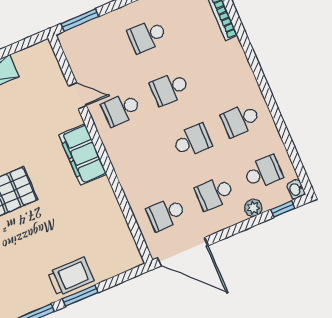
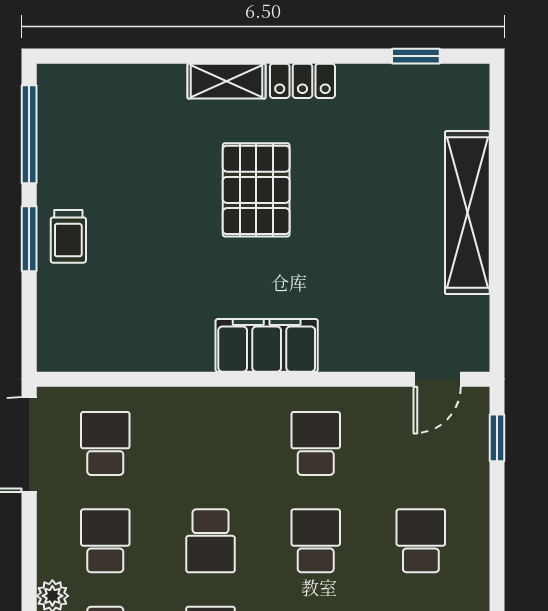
window: (80, 20) -> (497, 438), width x0.67
door: (78, 96) -> (437, 379), moved
trolley: (71, 277) -> (68, 236), width x0.73, depth x0.72

